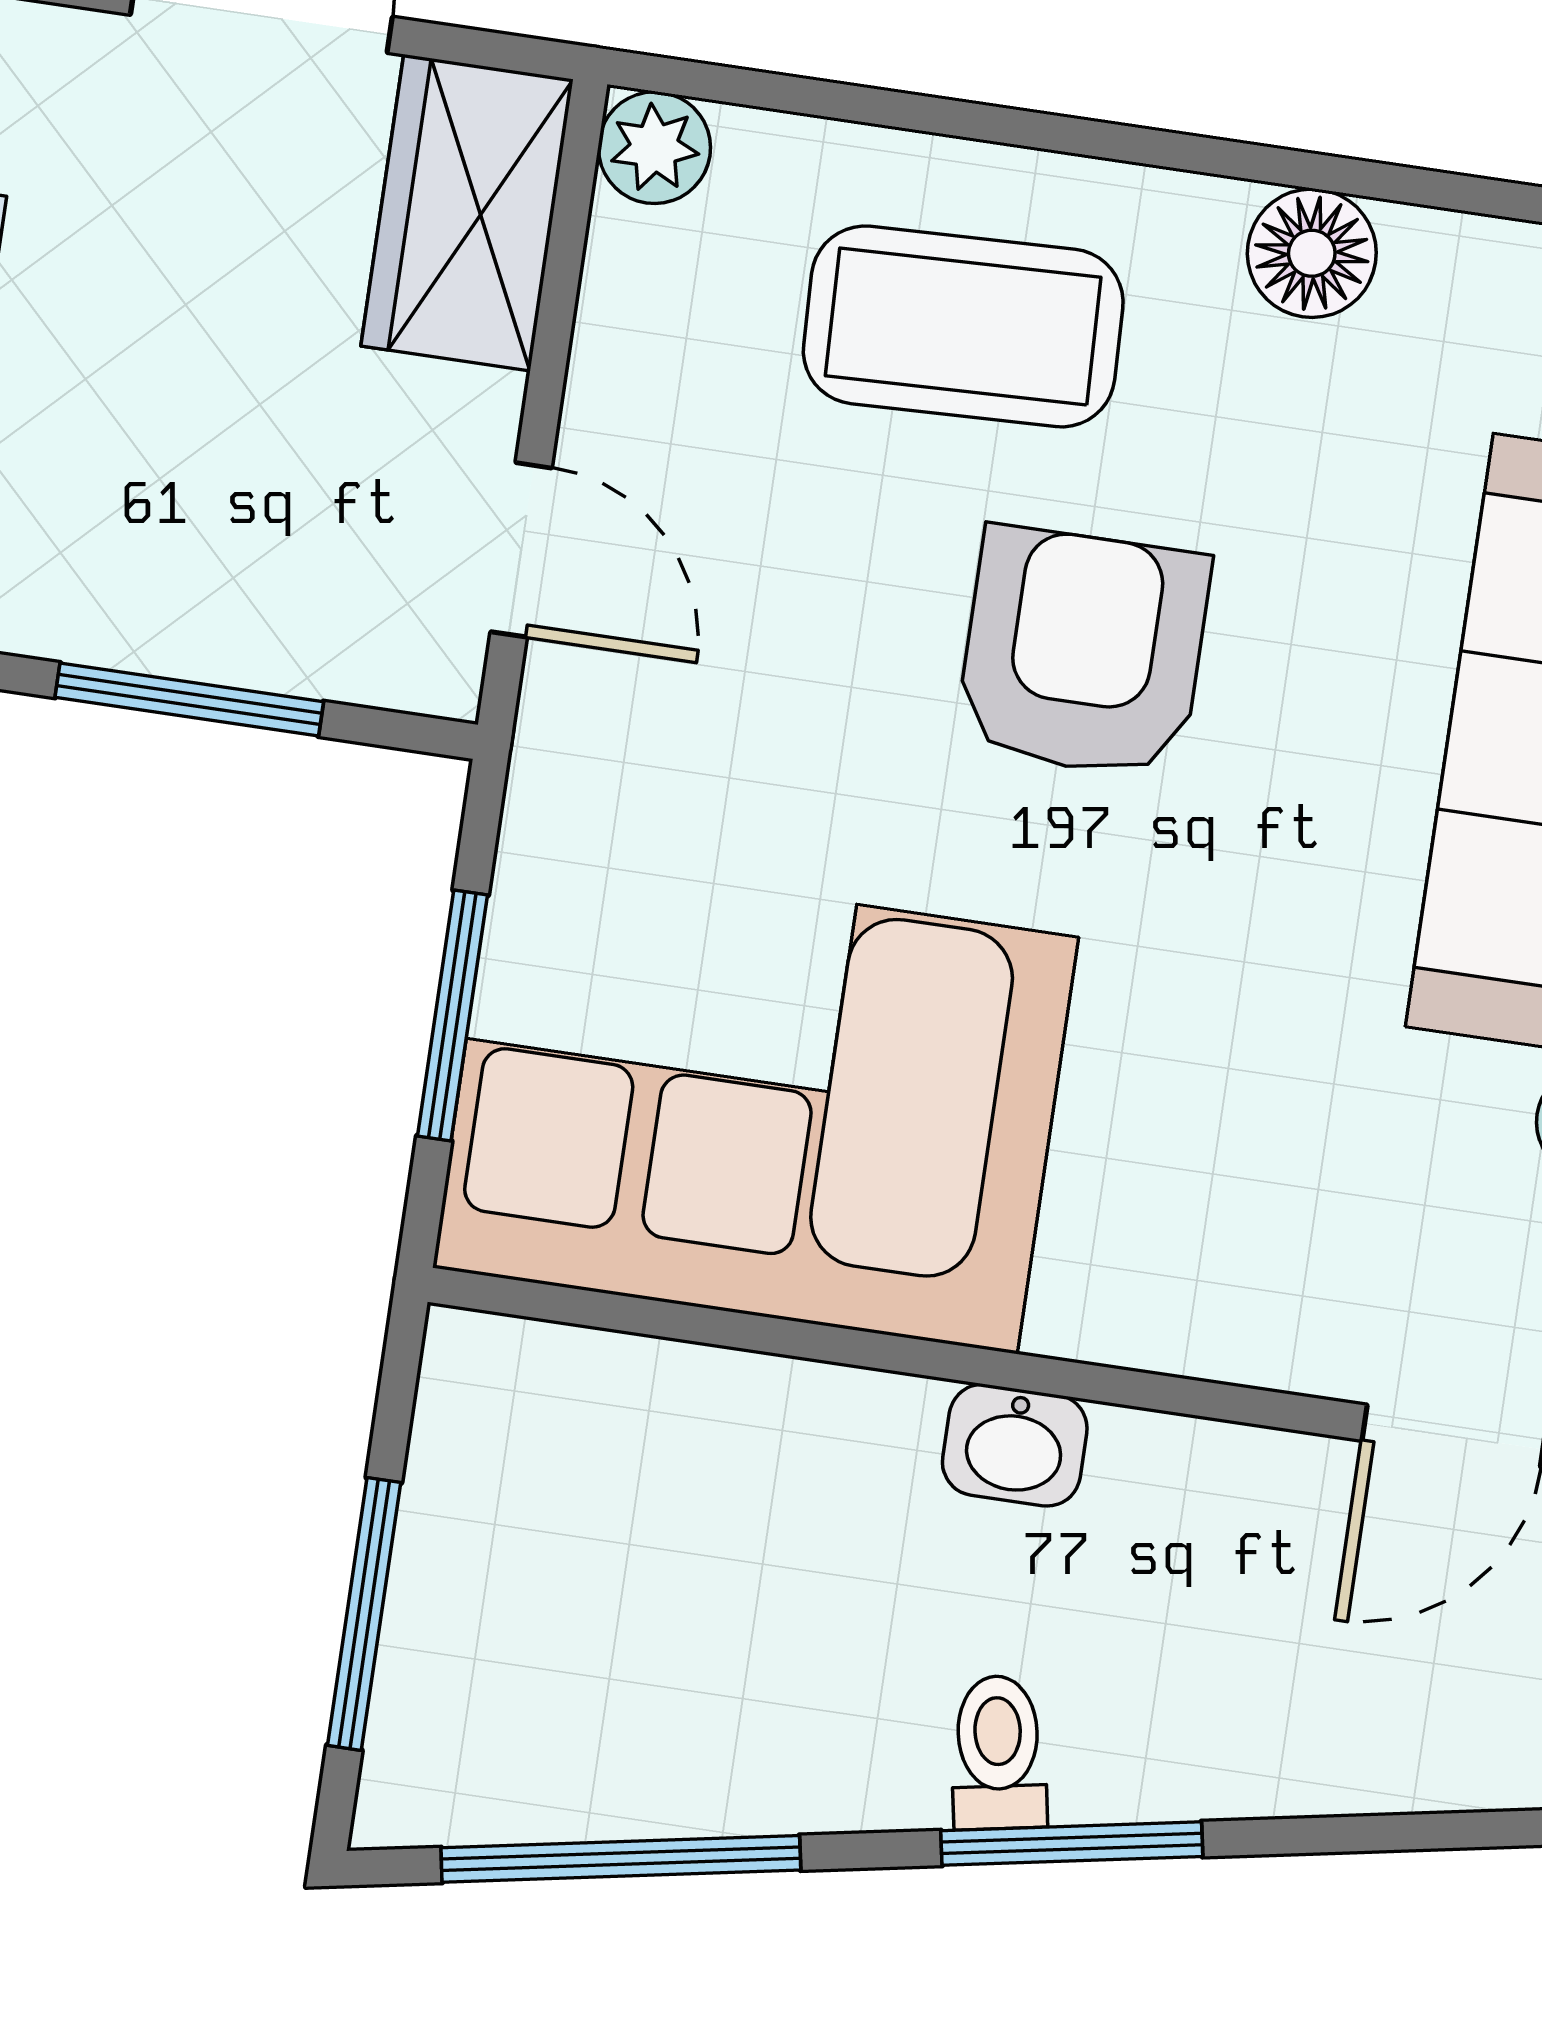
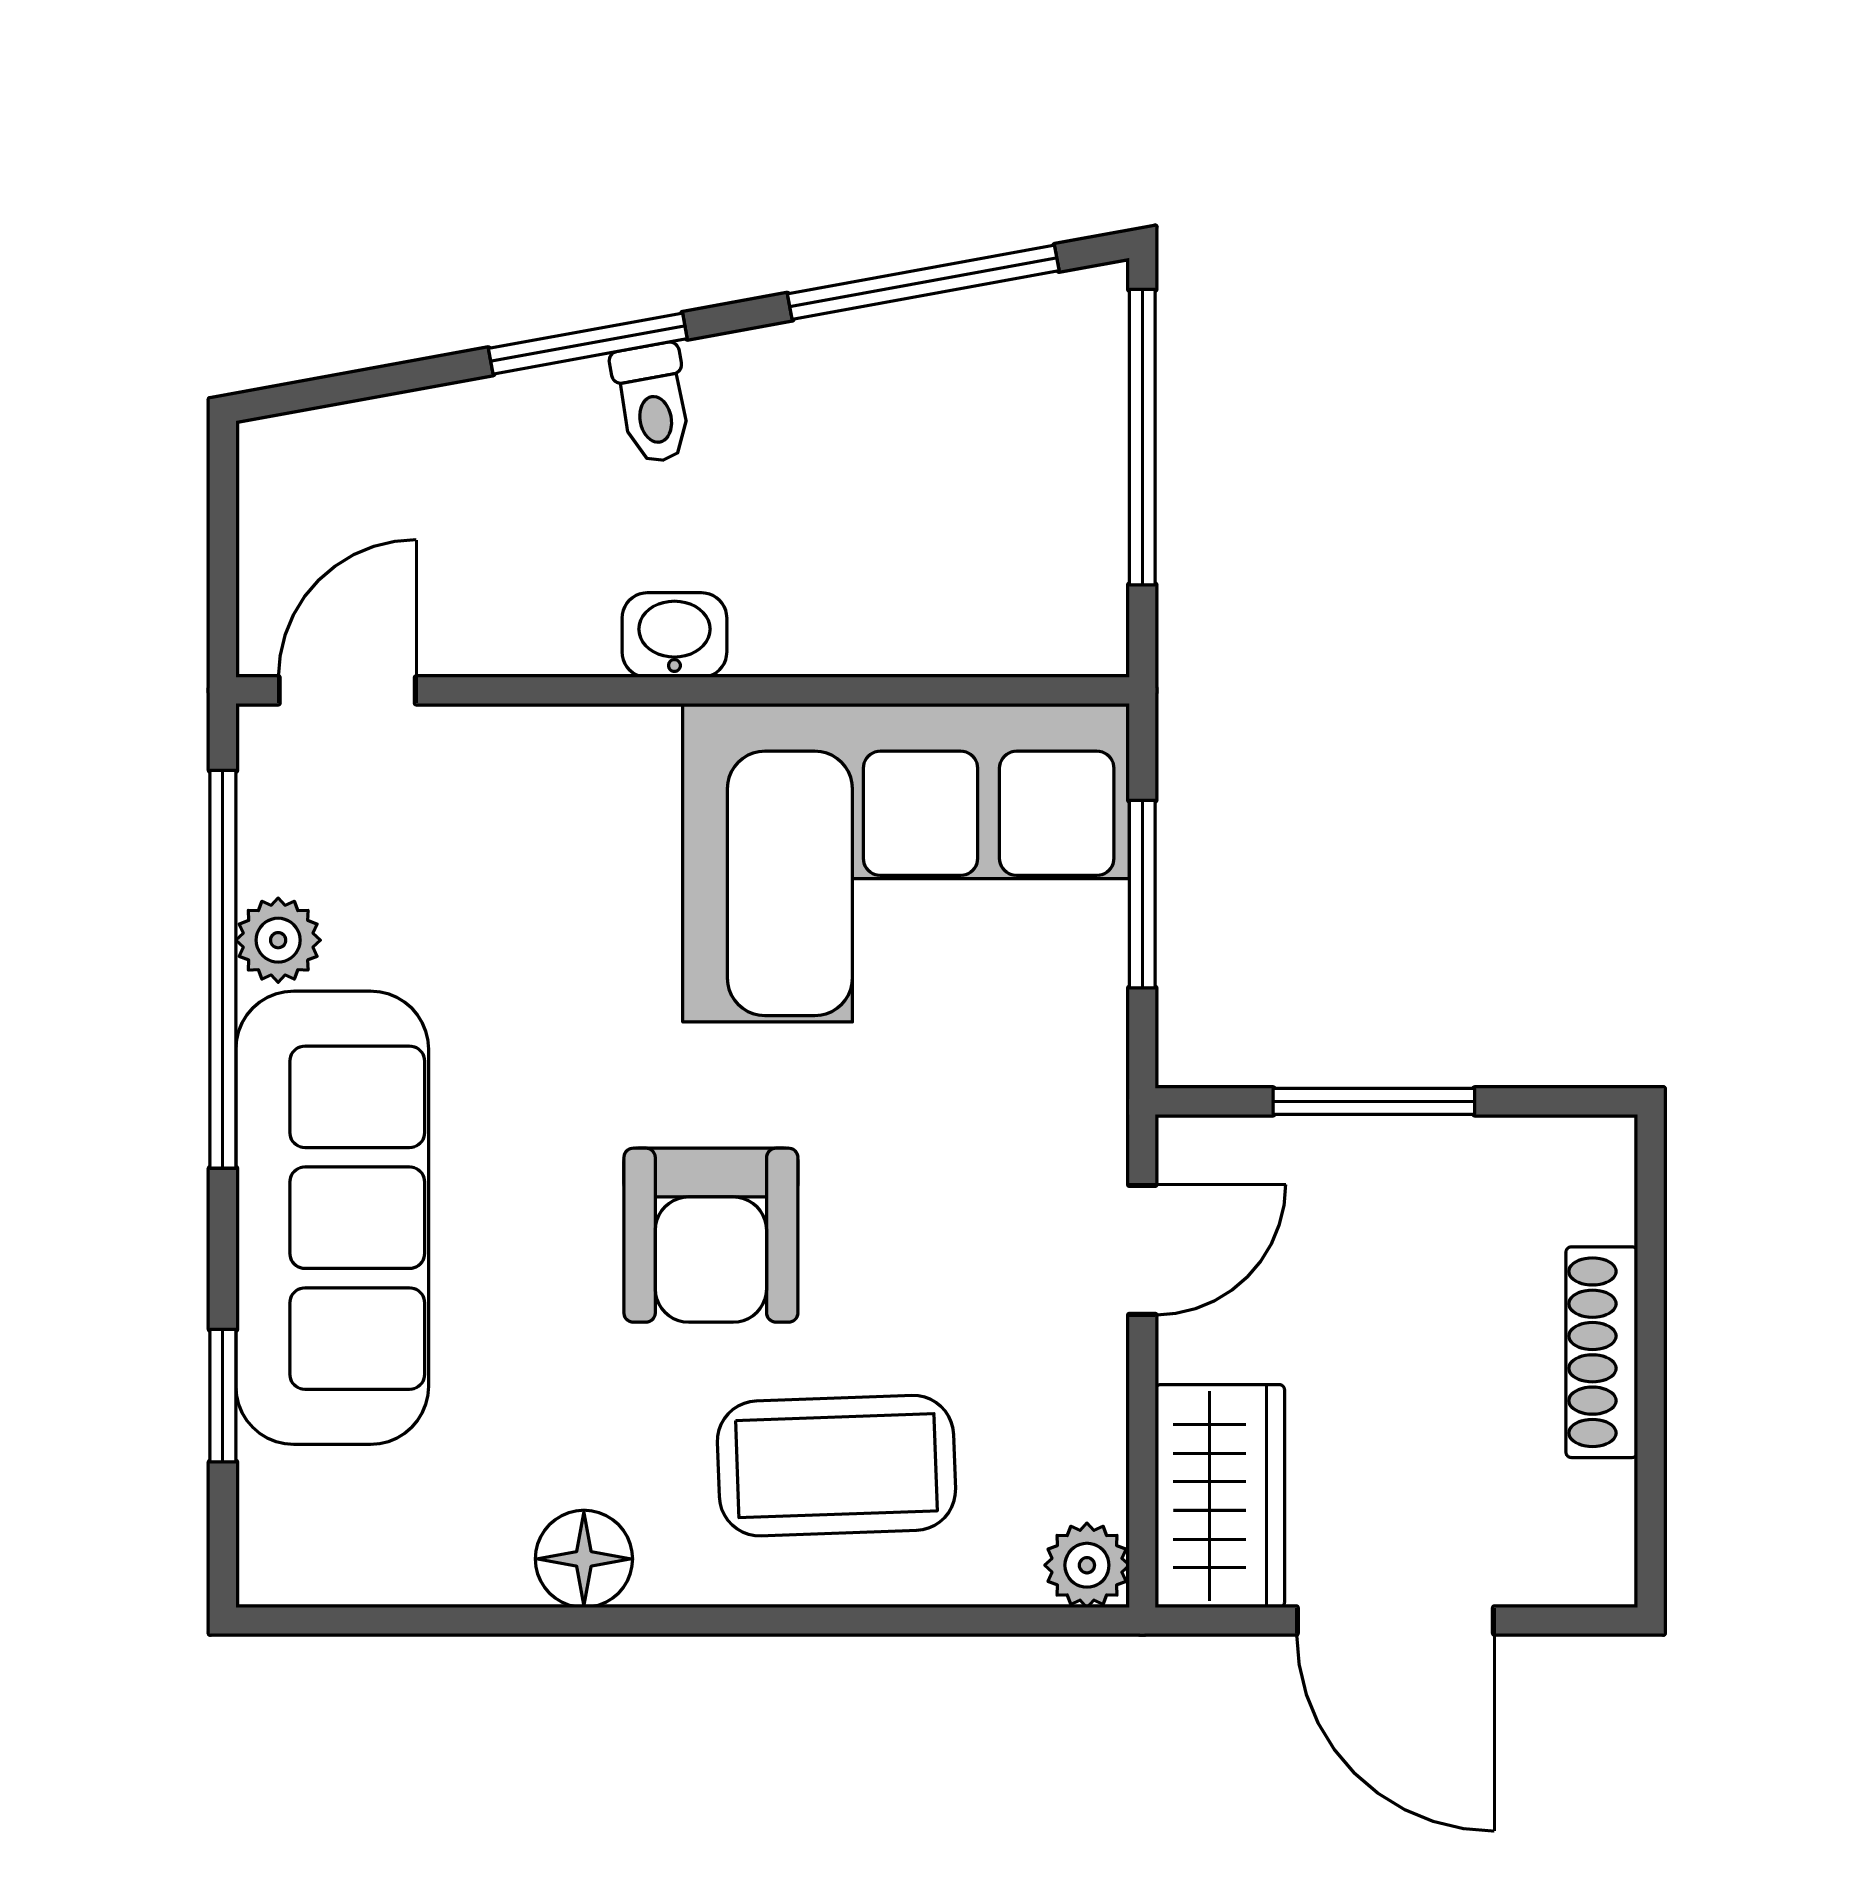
door: (521, 550) -> (1142, 1250), swing flipped
window: (364, 1614) -> (1142, 437), width x1.44

